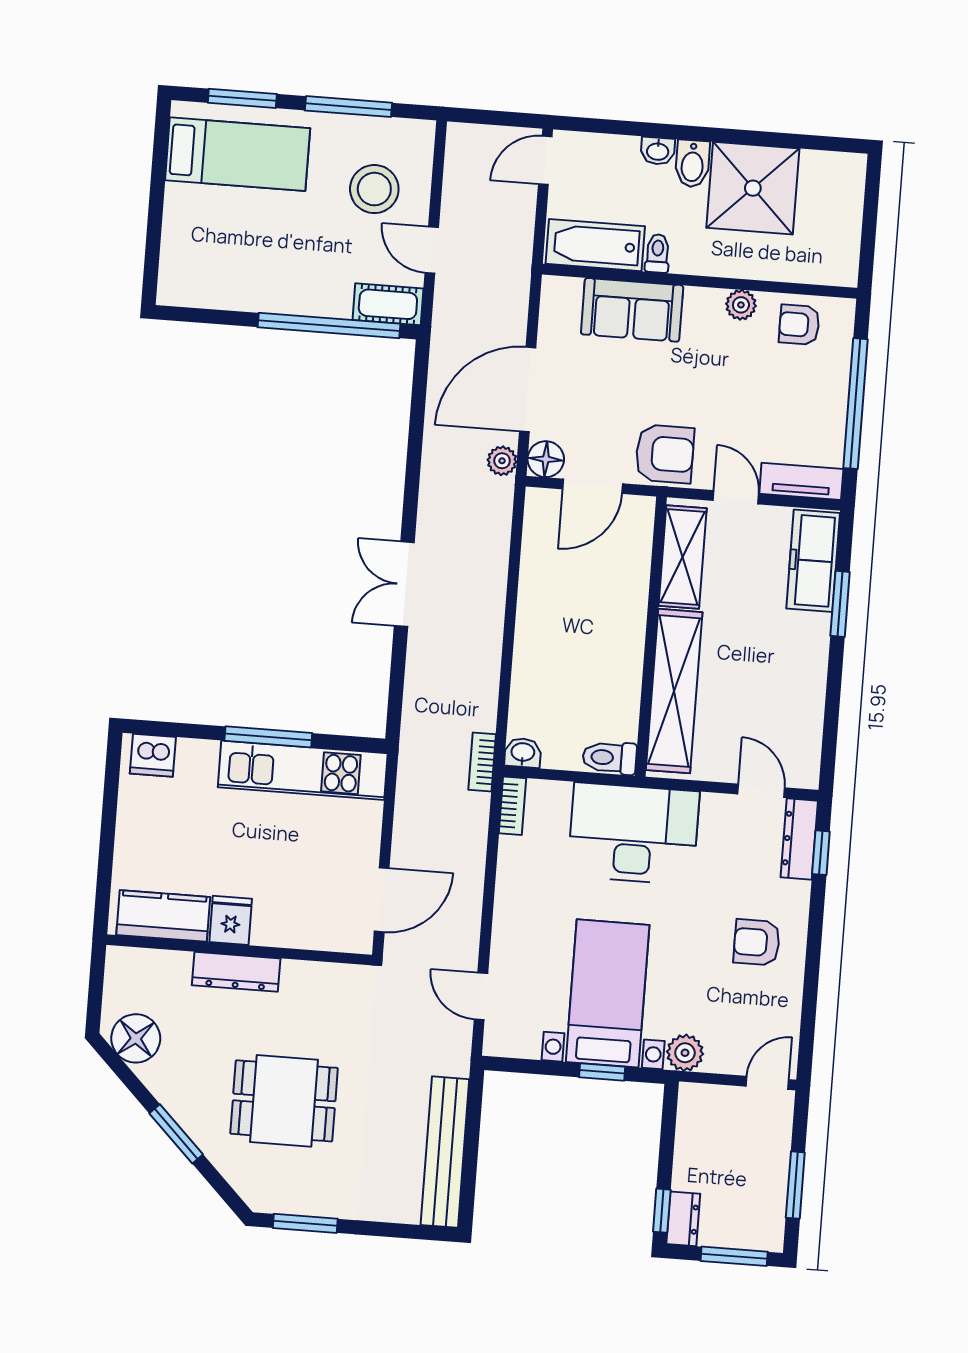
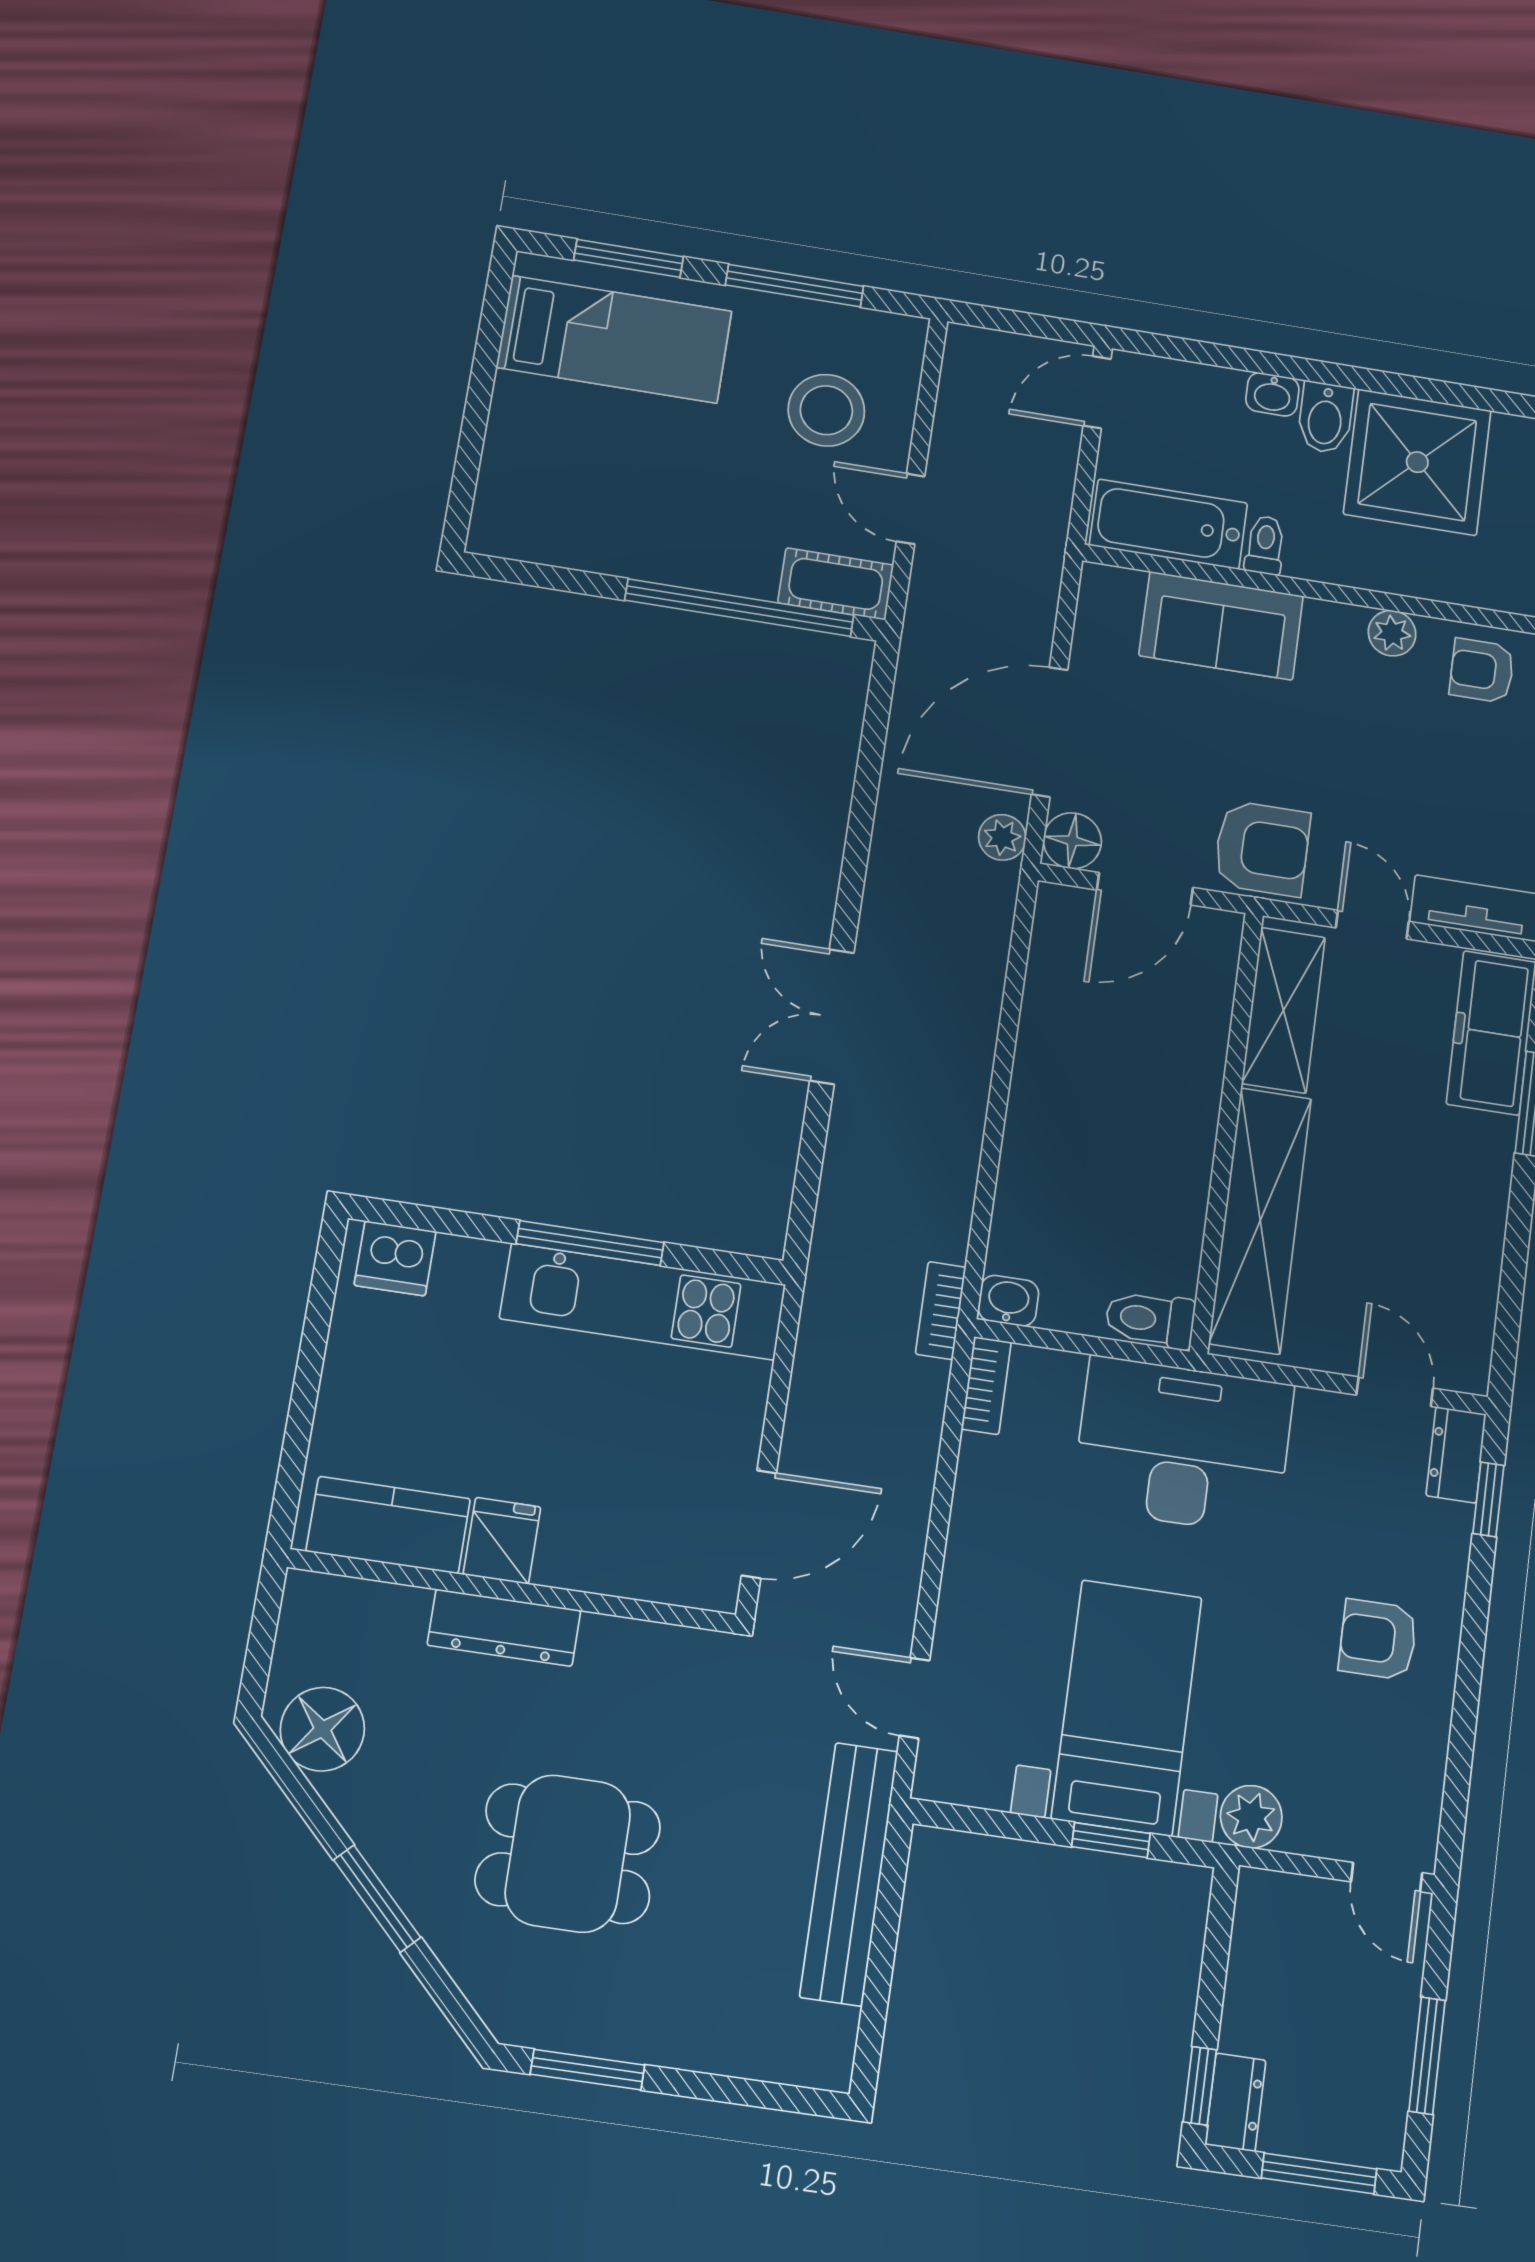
dresser: (799, 839) -> (1456, 1455), width x0.70
door: (767, 1083) -> (1387, 1877), swing flipped
bench: (445, 1152) -> (849, 1874), moved

